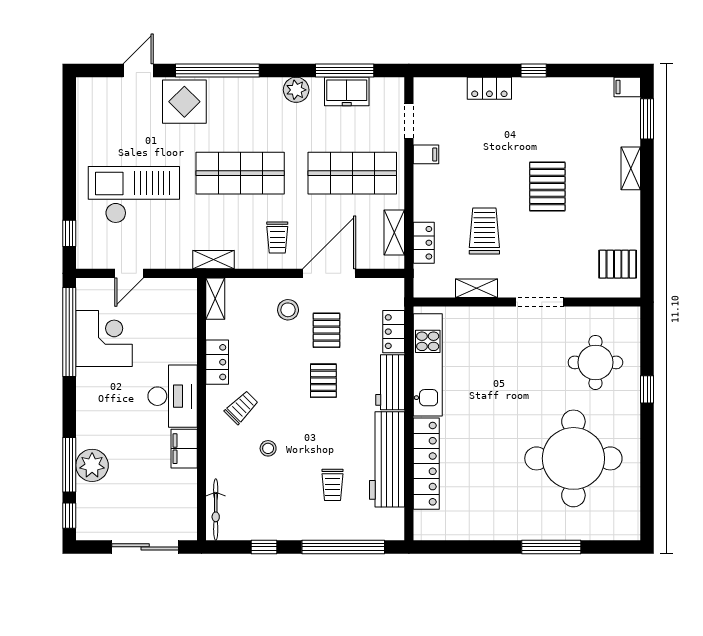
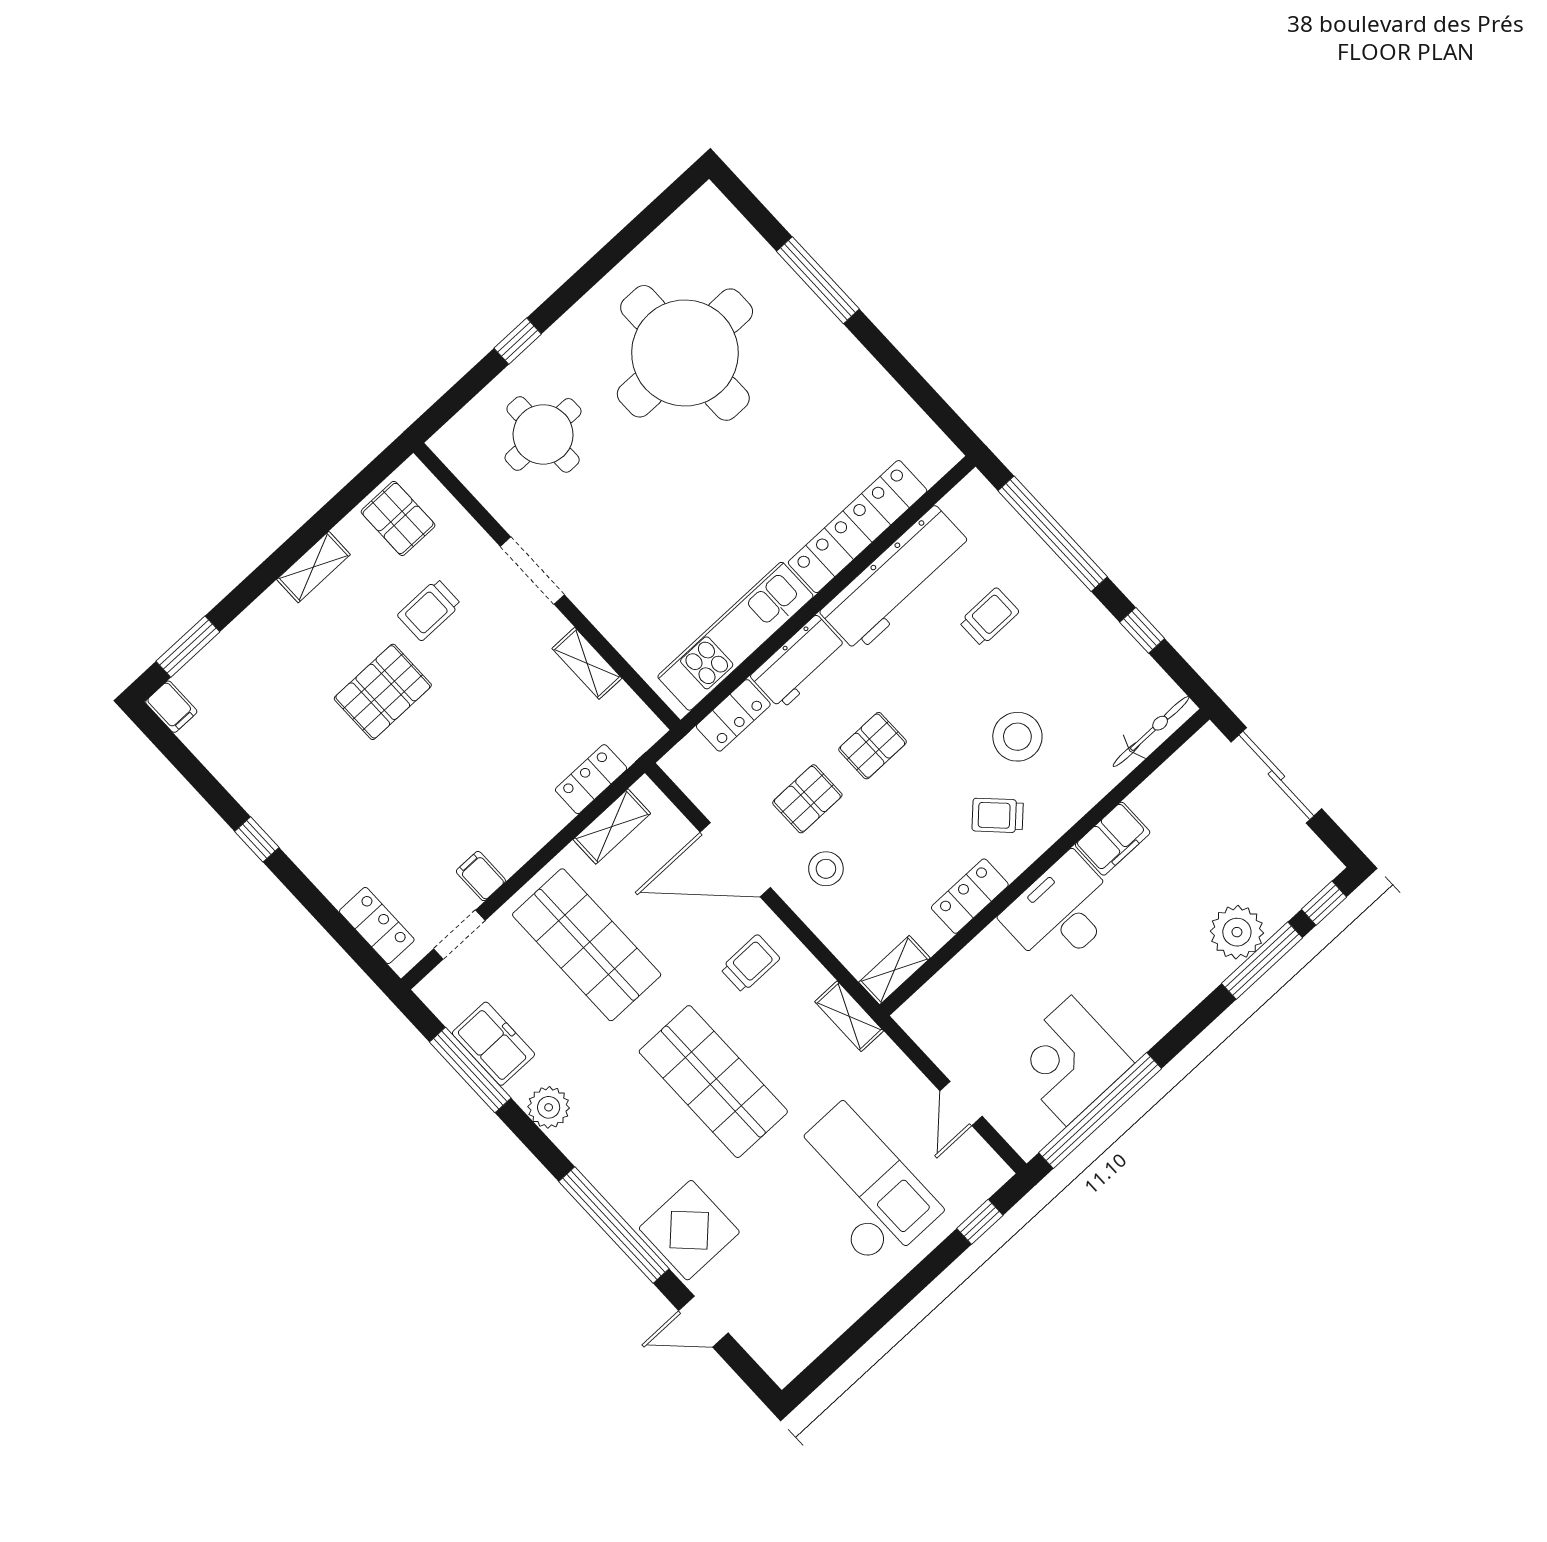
locker: (489, 88) -> (377, 926), moved
shelving: (631, 168) -> (313, 567), moved
checkout: (134, 195) -> (860, 1187), turned 180
trolley: (484, 231) -> (429, 610), moved, width x0.73, depth x0.72
door: (129, 273) -> (961, 1104), swing flipped
stool: (268, 448) -> (1017, 737), width x1.89, depth x1.89

